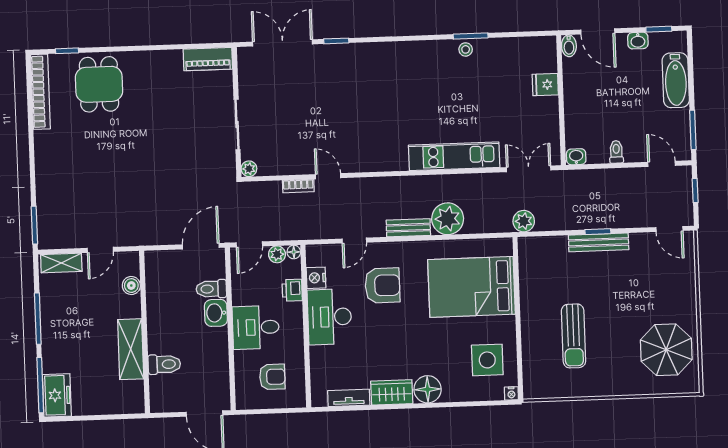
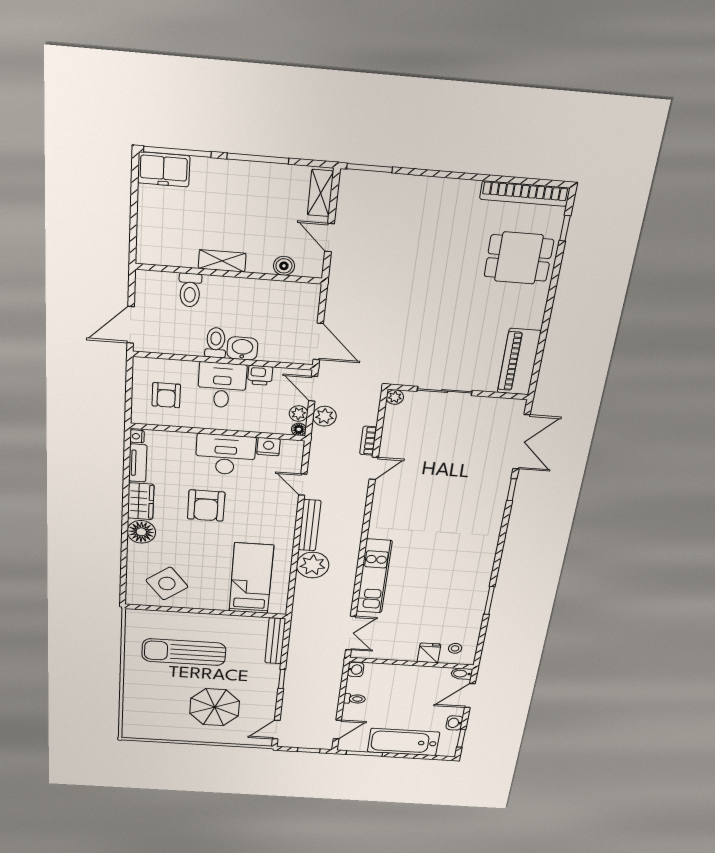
stool: (466, 49) -> (455, 648), moved
piano: (208, 59) -> (519, 362), width x1.37, depth x1.33
bathtub: (676, 80) -> (403, 742), width x1.36, depth x1.36
plant: (524, 221) -> (324, 416), moved
bench: (408, 228) -> (310, 525), width x1.36
bench: (599, 242) -> (275, 641), moved
armchair: (382, 285) -> (206, 506), moved
bed: (472, 287) -> (251, 578), width x0.67
toilet: (211, 289) -> (216, 343), moved
printer: (292, 290) -> (260, 375), moved, turned 180
sun lounger: (574, 336) -> (184, 652), width x1.36, depth x1.34
shelving: (131, 349) -> (222, 261), width x0.67, depth x0.75
parasol: (666, 350) -> (215, 707), moved
side table: (487, 360) -> (167, 583), turned -38
nightstand: (511, 393) -> (137, 436), moved

